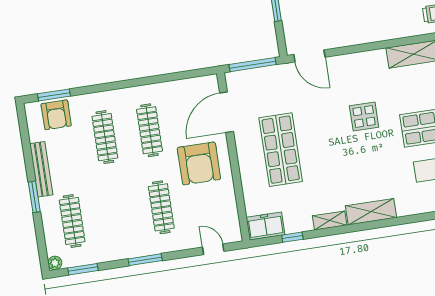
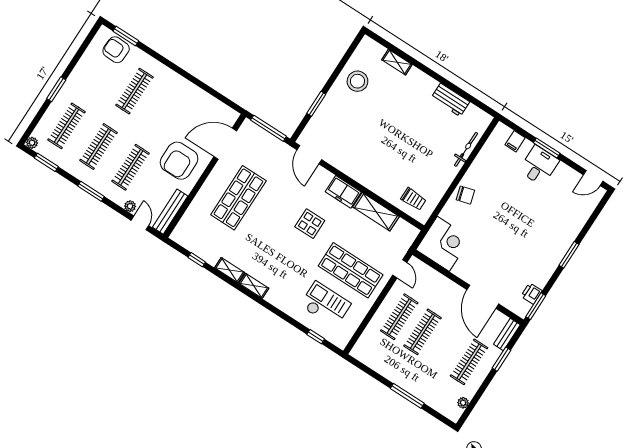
armchair: (56, 115) -> (116, 50), turned 92
clothes rail: (149, 130) -> (99, 147), moved
bench: (41, 169) -> (170, 212), moved
shelving: (371, 212) -> (254, 286), width x0.67, depth x0.75
freezer: (266, 226) -> (343, 192), moved, turned 180
plant: (191, 242) -> (130, 206), added

